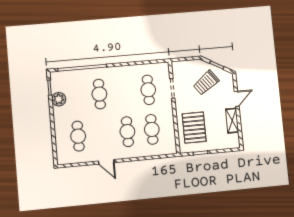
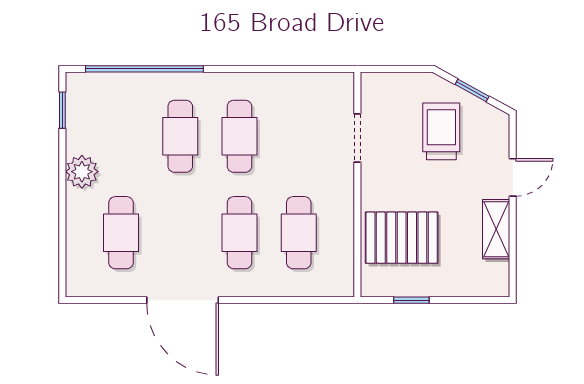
trolley: (206, 83) -> (441, 131), turned 127
cafe table: (148, 90) -> (239, 136), moved
plant: (59, 99) -> (82, 172), moved
pallet: (194, 128) -> (402, 238), turned 90
door: (106, 162) -> (183, 300), width x1.87

